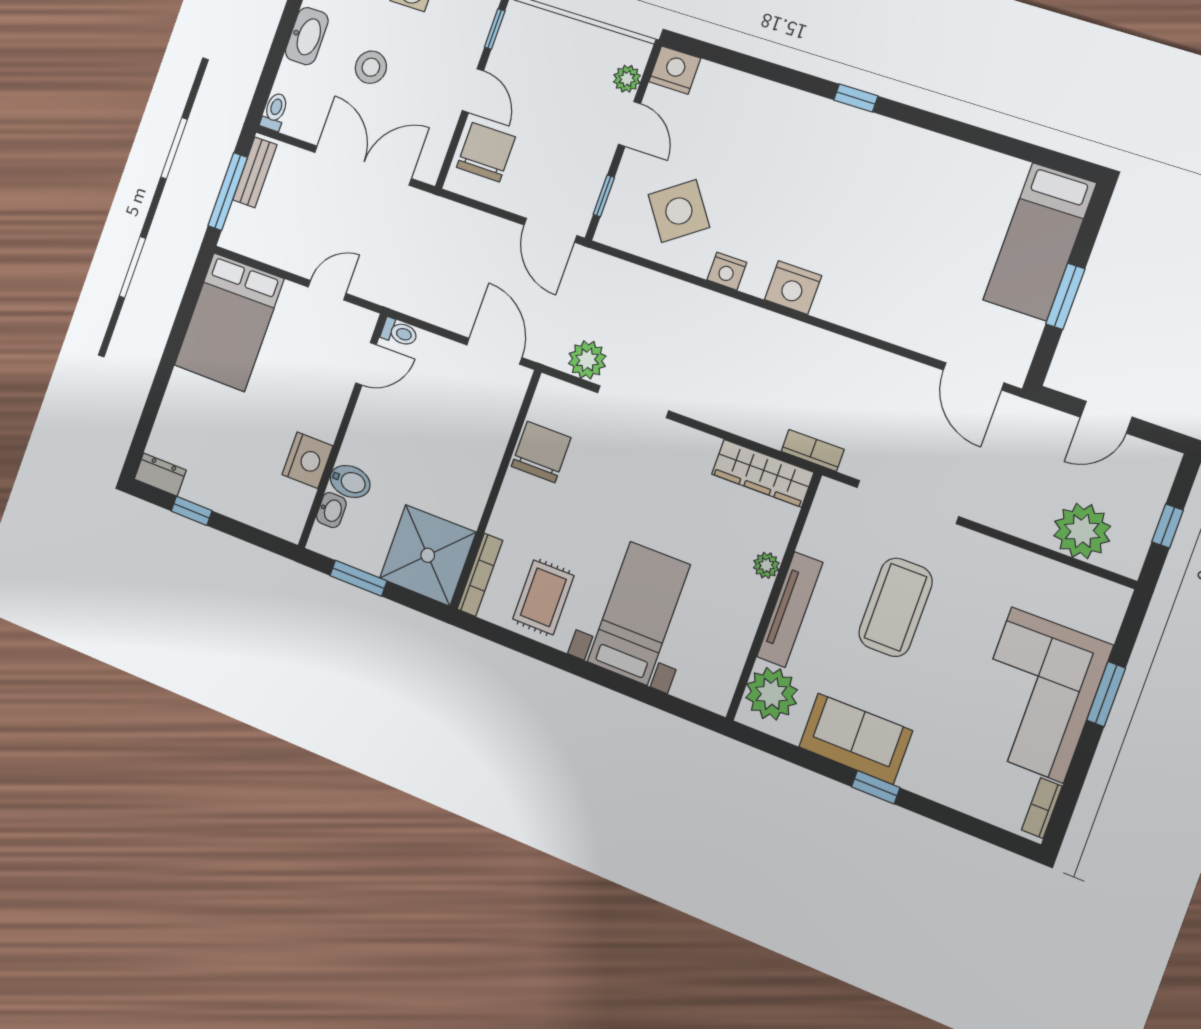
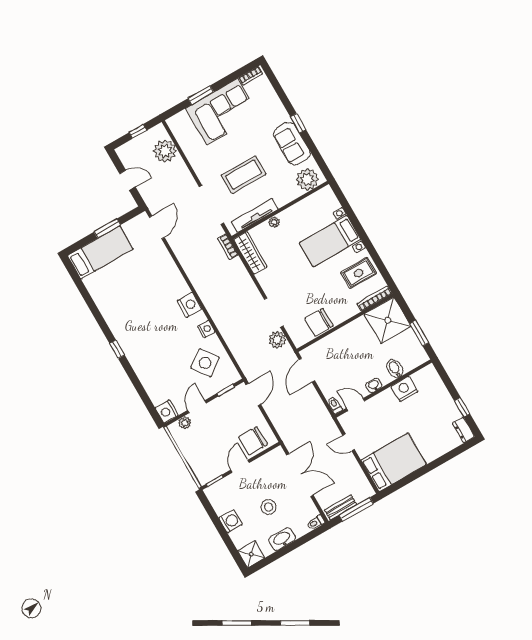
double door: (363, 165) -> (300, 475), swing flipped
washbasin: (331, 510) -> (374, 385), moved
tv unit: (790, 610) -> (255, 215), moved

